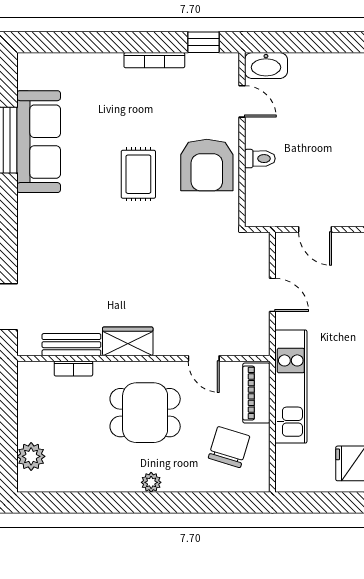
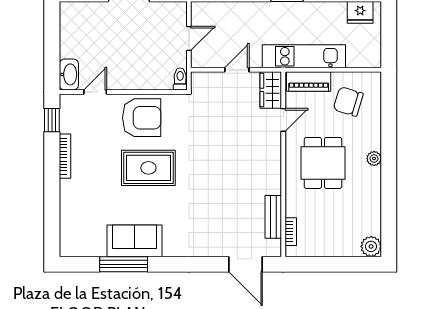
sofa: (39, 142) -> (134, 241), width x0.73
toilet: (260, 159) -> (180, 79), moved
rug: (138, 174) -> (148, 168), width x1.36, depth x1.43
wardrobe: (128, 341) -> (271, 90), moved
bookcase: (73, 369) -> (291, 232), moved
plant: (31, 456) -> (371, 246), moved

